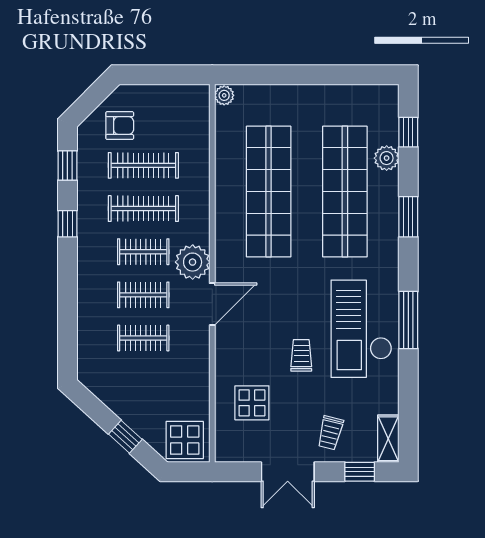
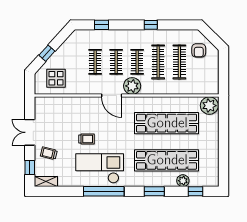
plant: (224, 95) -> (209, 106), width x1.88, depth x1.88
window: (67, 166) -> (102, 25), moved
window: (408, 320) -> (104, 191), width x1.46
display table: (252, 403) -> (63, 115), removed
display table: (185, 440) -> (56, 78), moved

